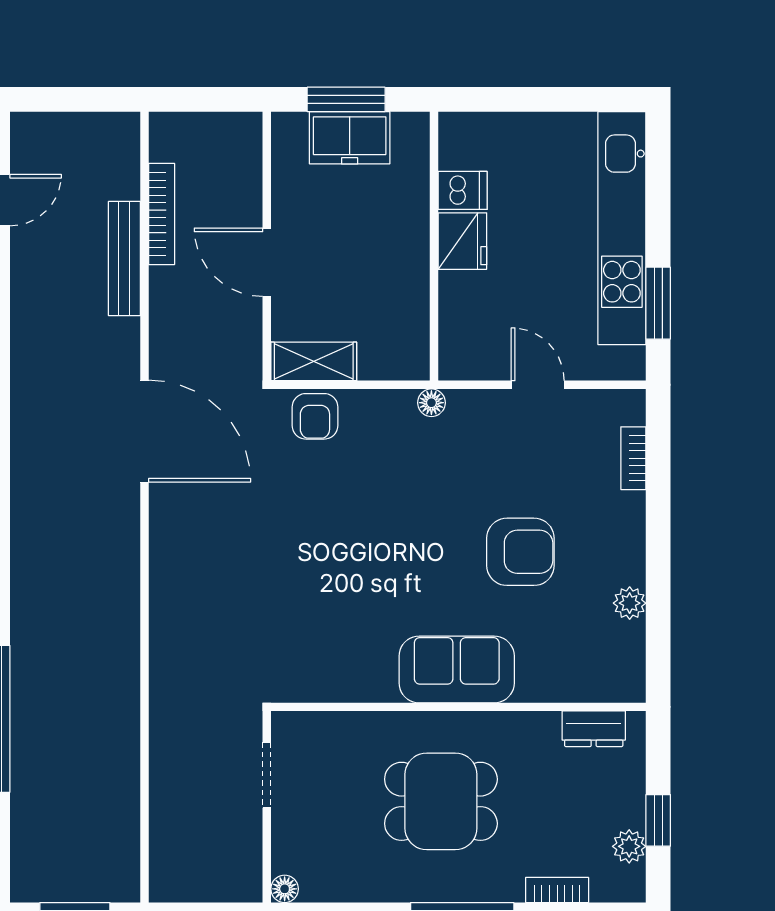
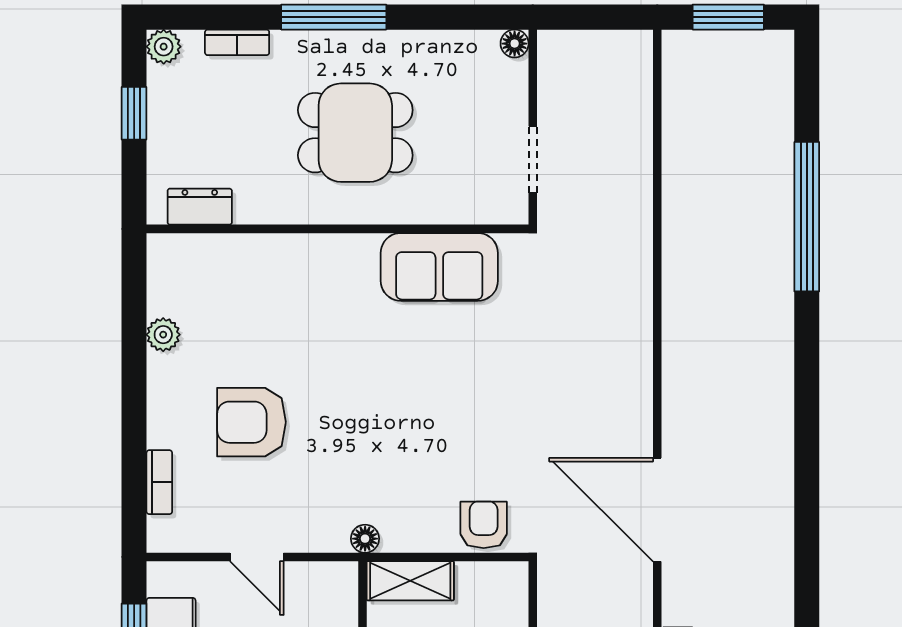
shelving: (314, 361) -> (410, 581), moved
armchair: (520, 552) -> (251, 422), moved
sofa: (457, 670) -> (439, 267), moved
plant: (629, 846) -> (164, 47), moved

